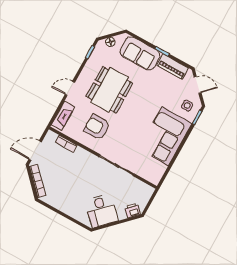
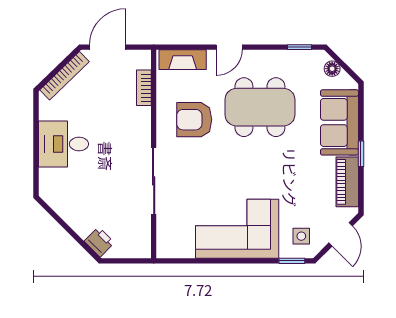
door: (70, 88) -> (229, 47), swing flipped
armchair: (97, 127) -> (194, 120), turned -90
door: (35, 151) -> (108, 47), hinge flipped
desk: (101, 211) -> (64, 144), moved, turned 45

